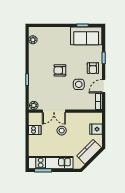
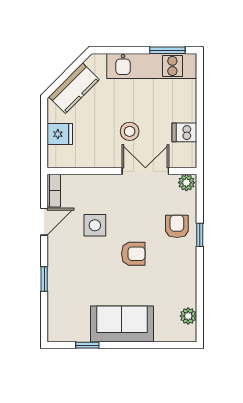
sofa: (86, 36) -> (122, 324), moved
armchair: (93, 68) -> (177, 226), moved

